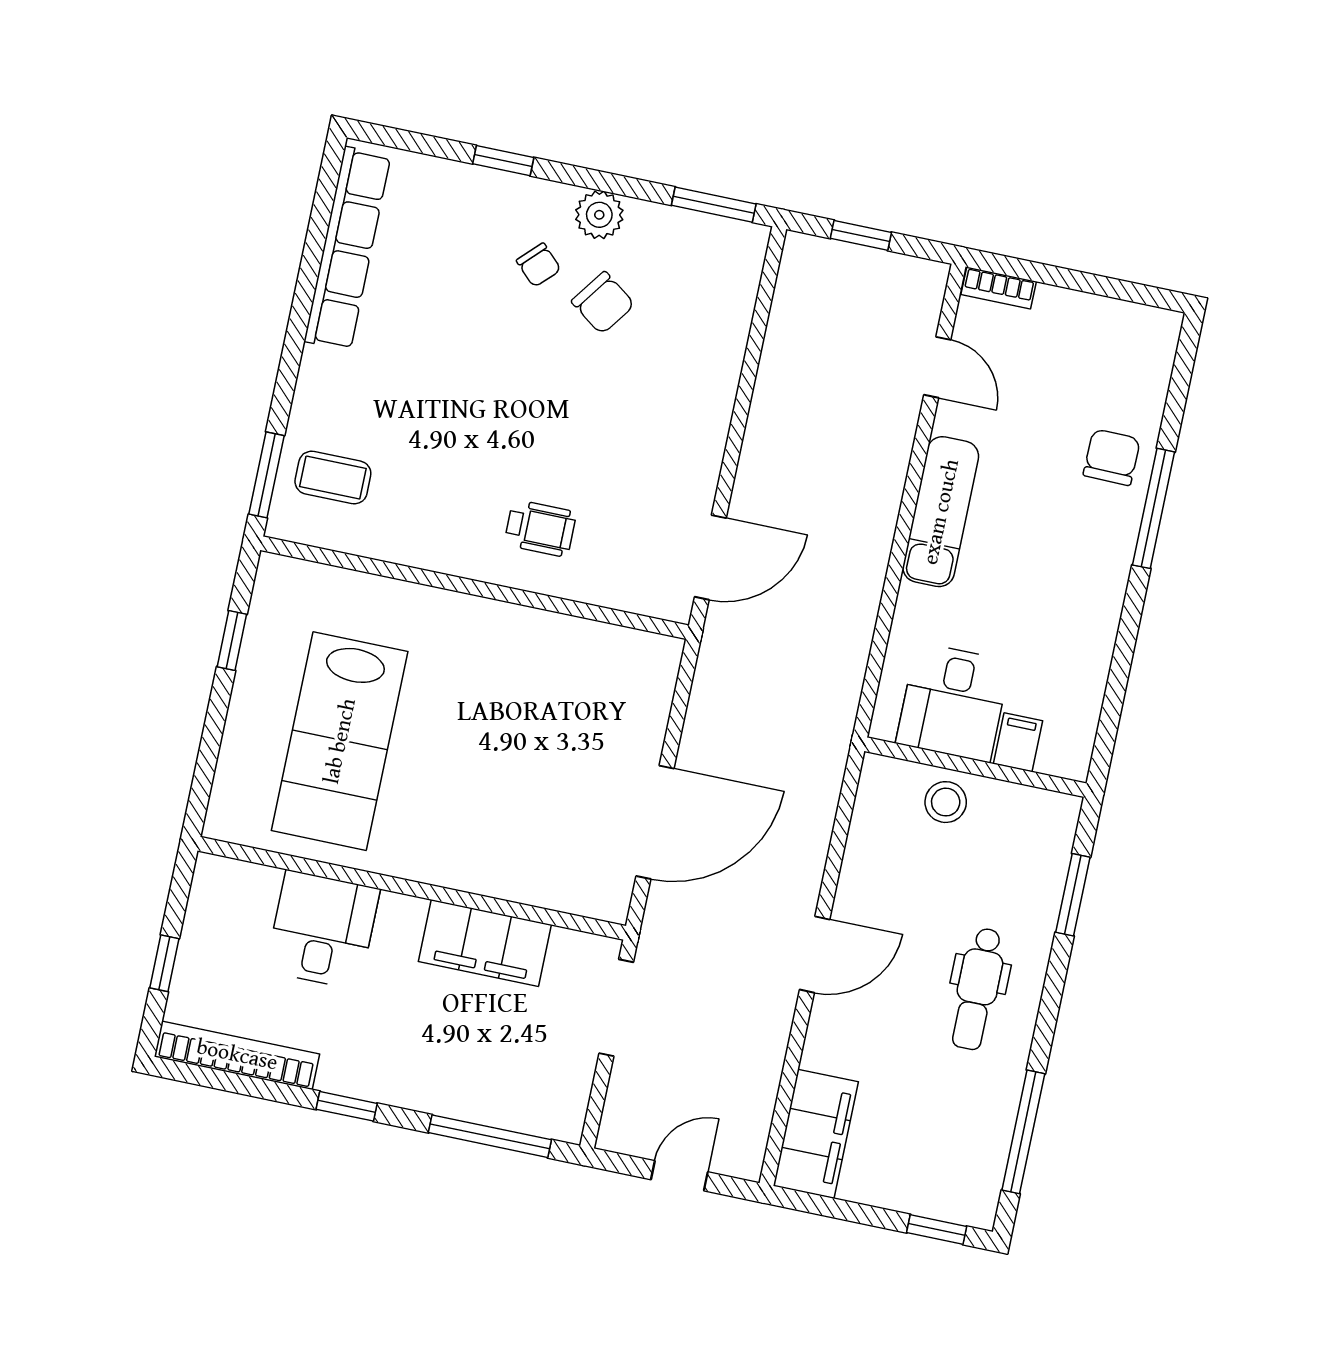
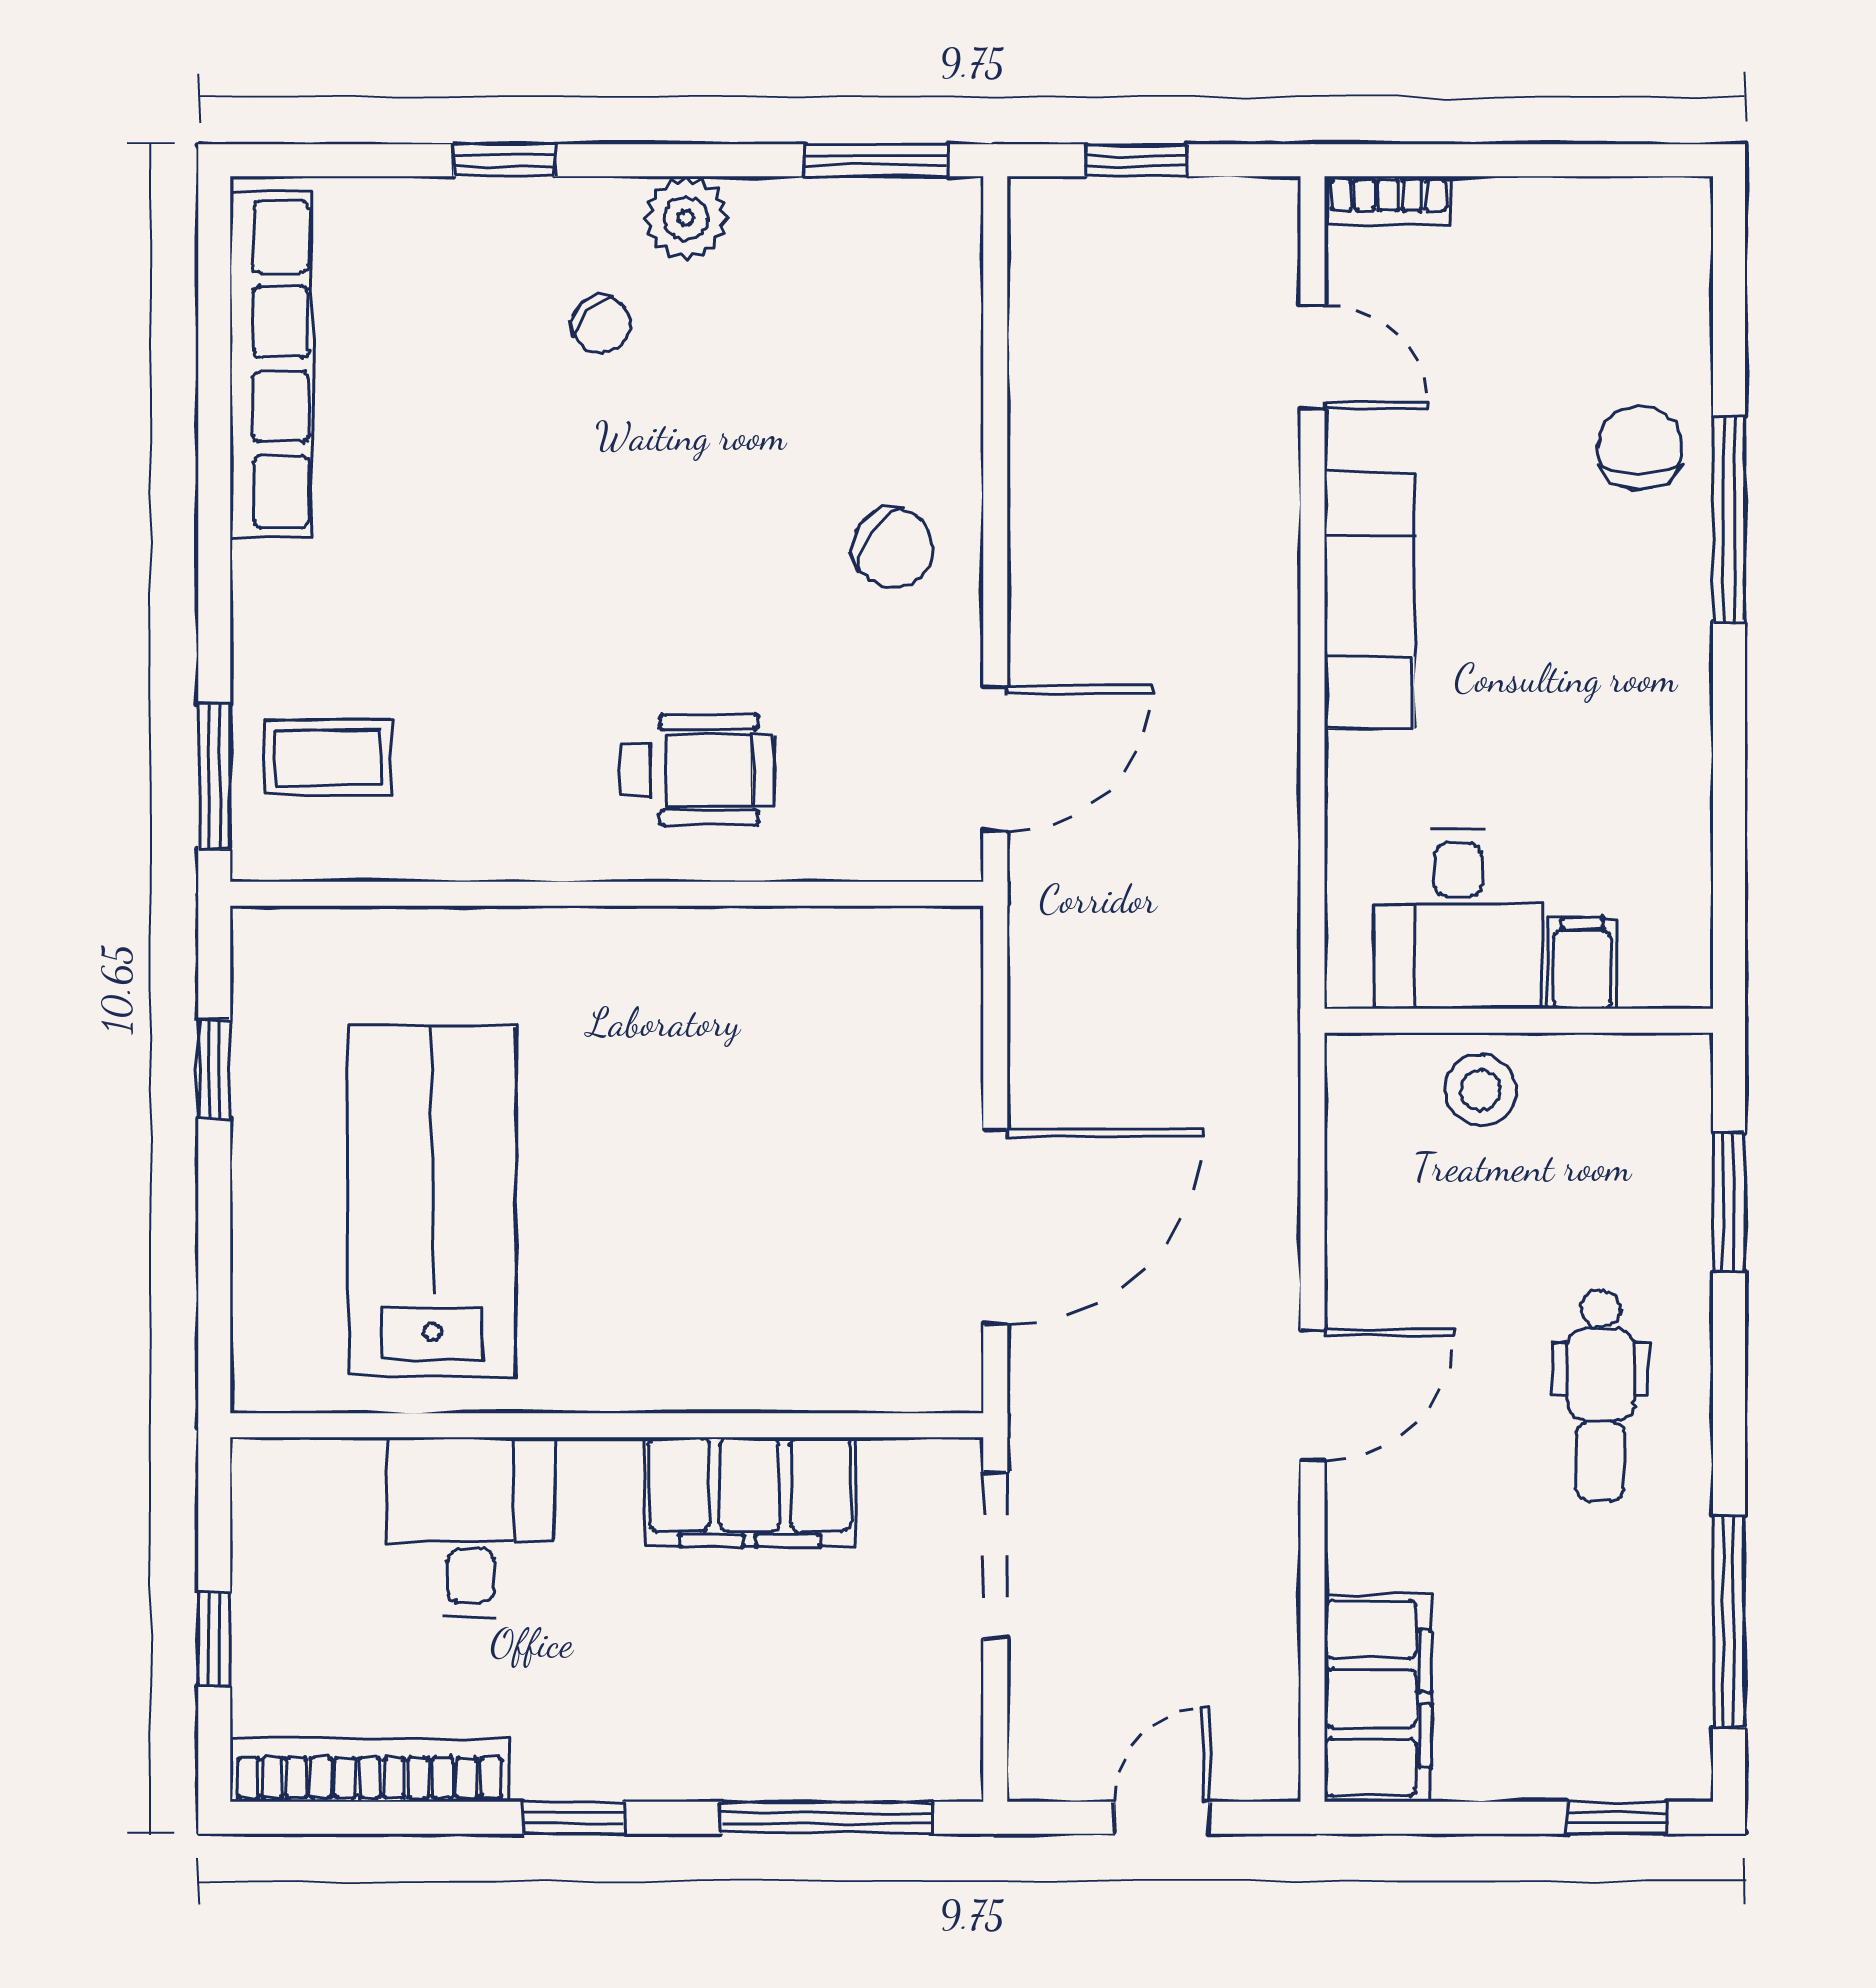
chair: (603, 303) -> (893, 548), moved
wheelchair: (540, 528) -> (697, 770), width x1.36, depth x1.37
lab bench: (340, 741) -> (432, 1201), turned 180

